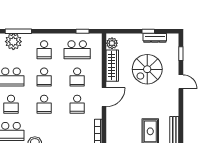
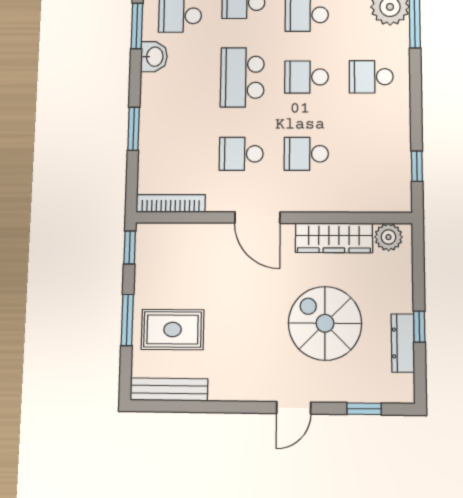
school desk: (77, 50) -> (372, 154), removed
school desk: (44, 104) -> (242, 77), width x1.85

